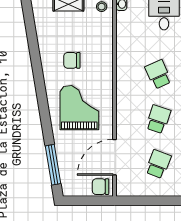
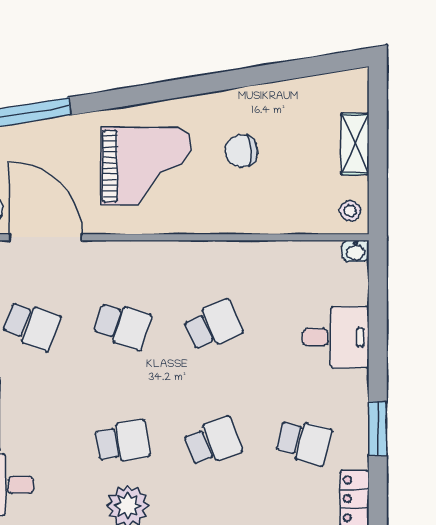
chair: (72, 60) -> (241, 151), turned -92

